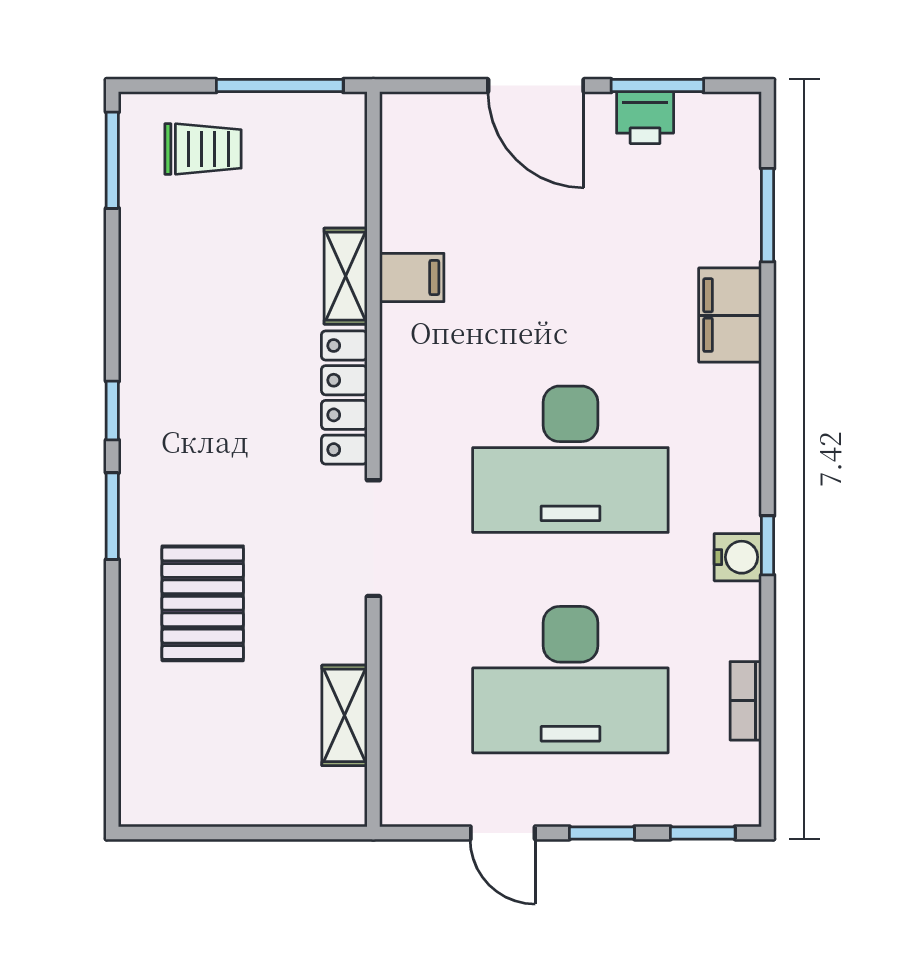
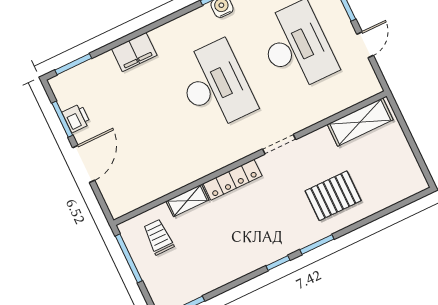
trolley: (203, 149) -> (158, 237), moved
window: (768, 215) -> (73, 64), moved
filing cabinet: (412, 278) -> (176, 176), removed
doorway: (373, 538) -> (279, 144), width x0.73
shelving: (345, 715) -> (360, 122), width x1.50, depth x1.33

